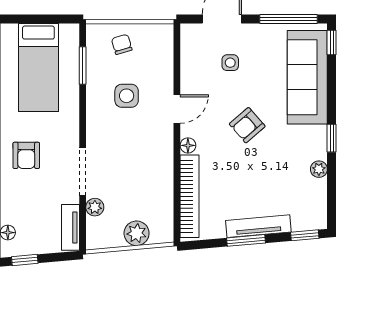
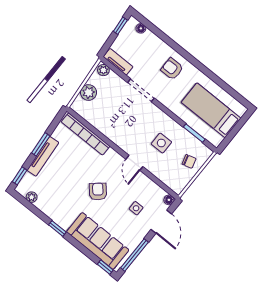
floor lamp: (188, 145) -> (169, 200), moved
plant: (319, 169) -> (32, 197), moved
plant: (95, 207) -> (103, 70), moved

